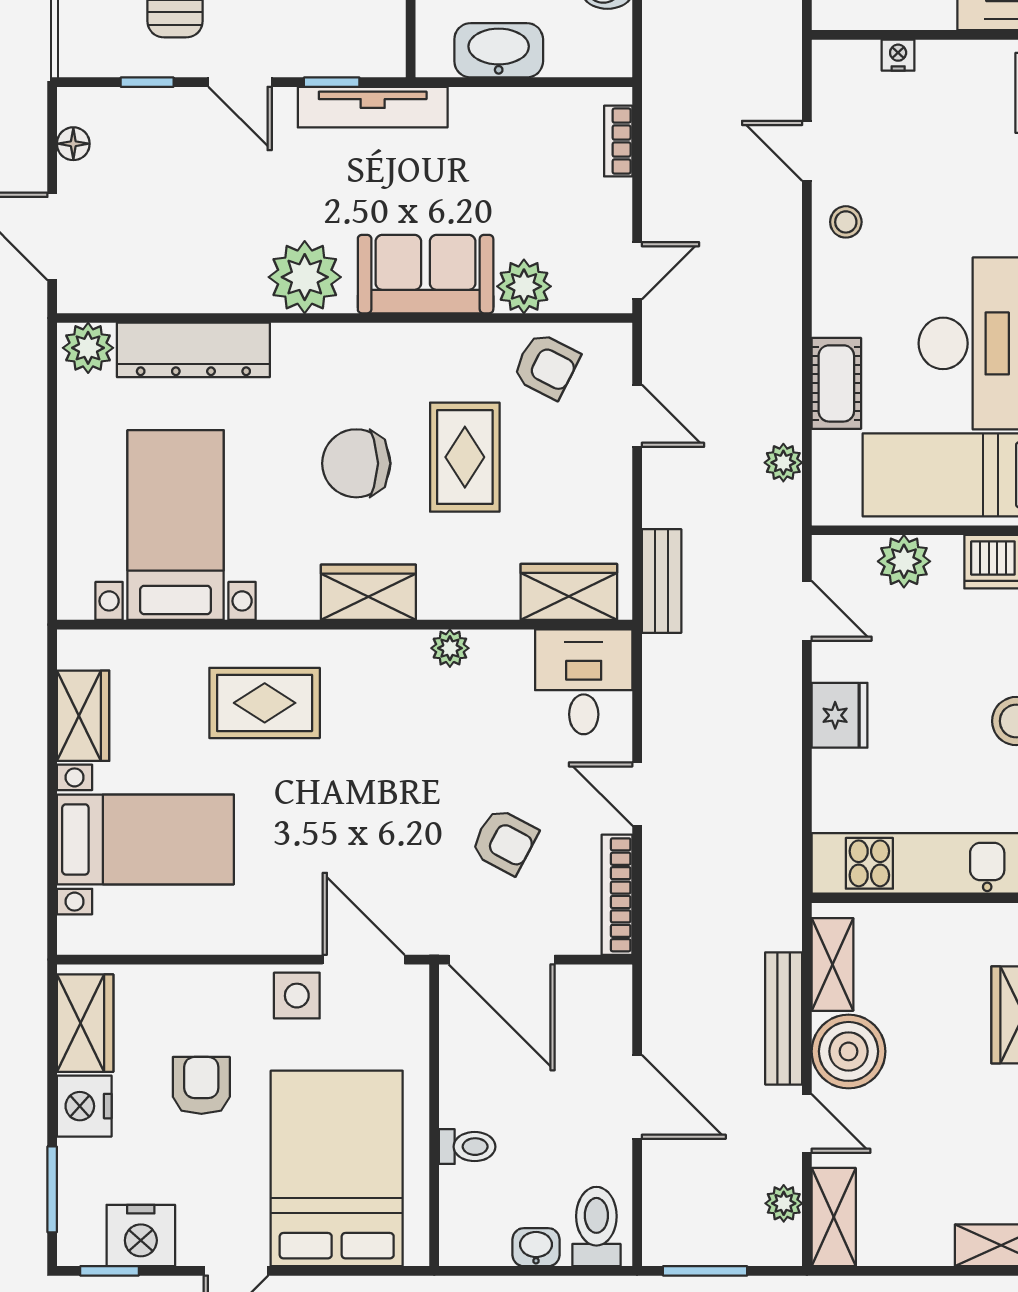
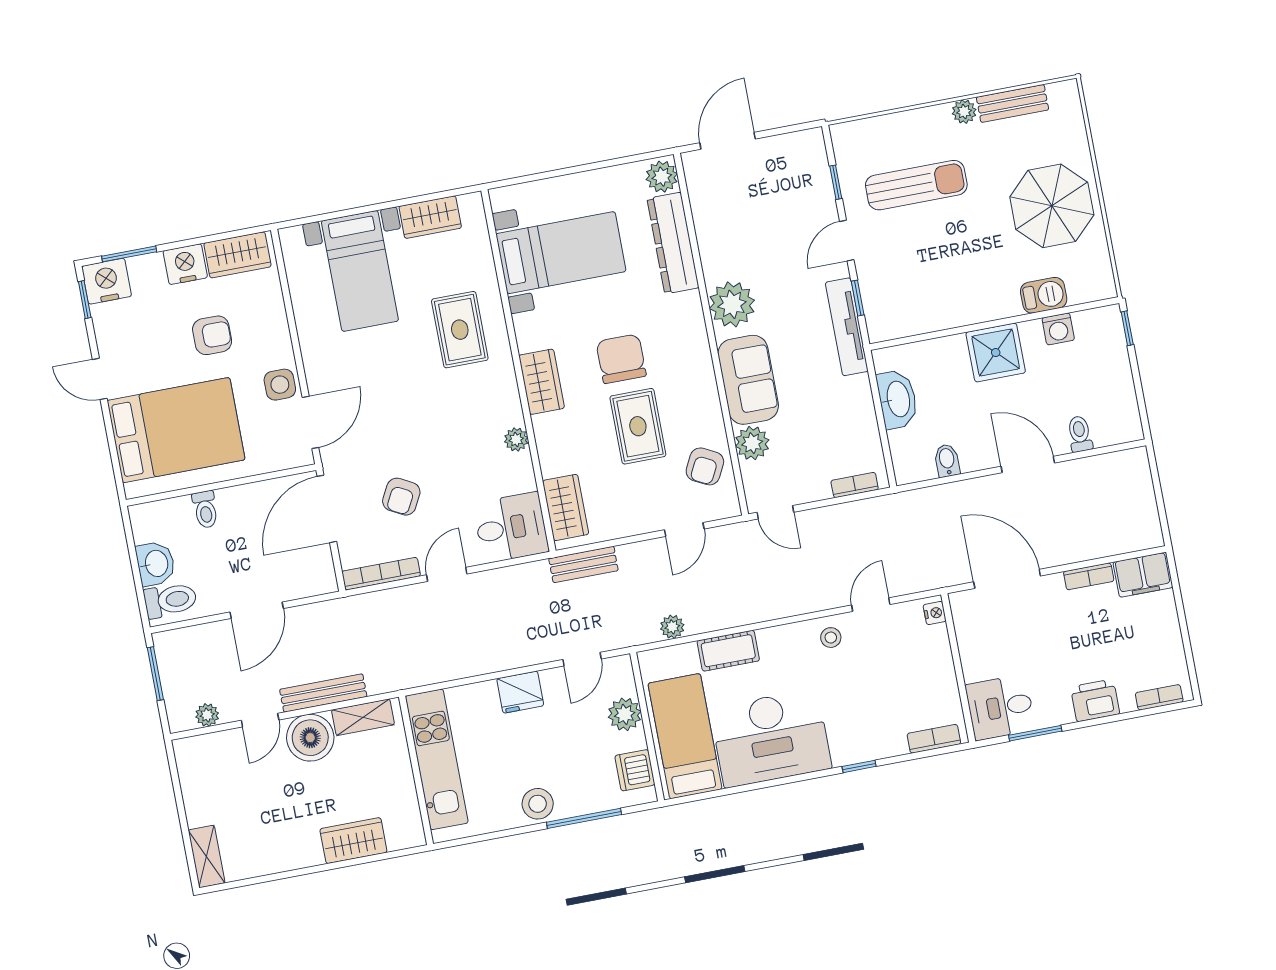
nightstand: (898, 55) -> (935, 613), moved
floor lamp: (73, 144) -> (788, 143), removed
rug: (465, 457) -> (638, 426), turned 90
shelving: (834, 1217) -> (204, 748), removed
nightstand: (141, 1235) -> (107, 281), moved, turned 90
washbasin: (536, 1247) -> (156, 564), width x1.38, depth x1.45

